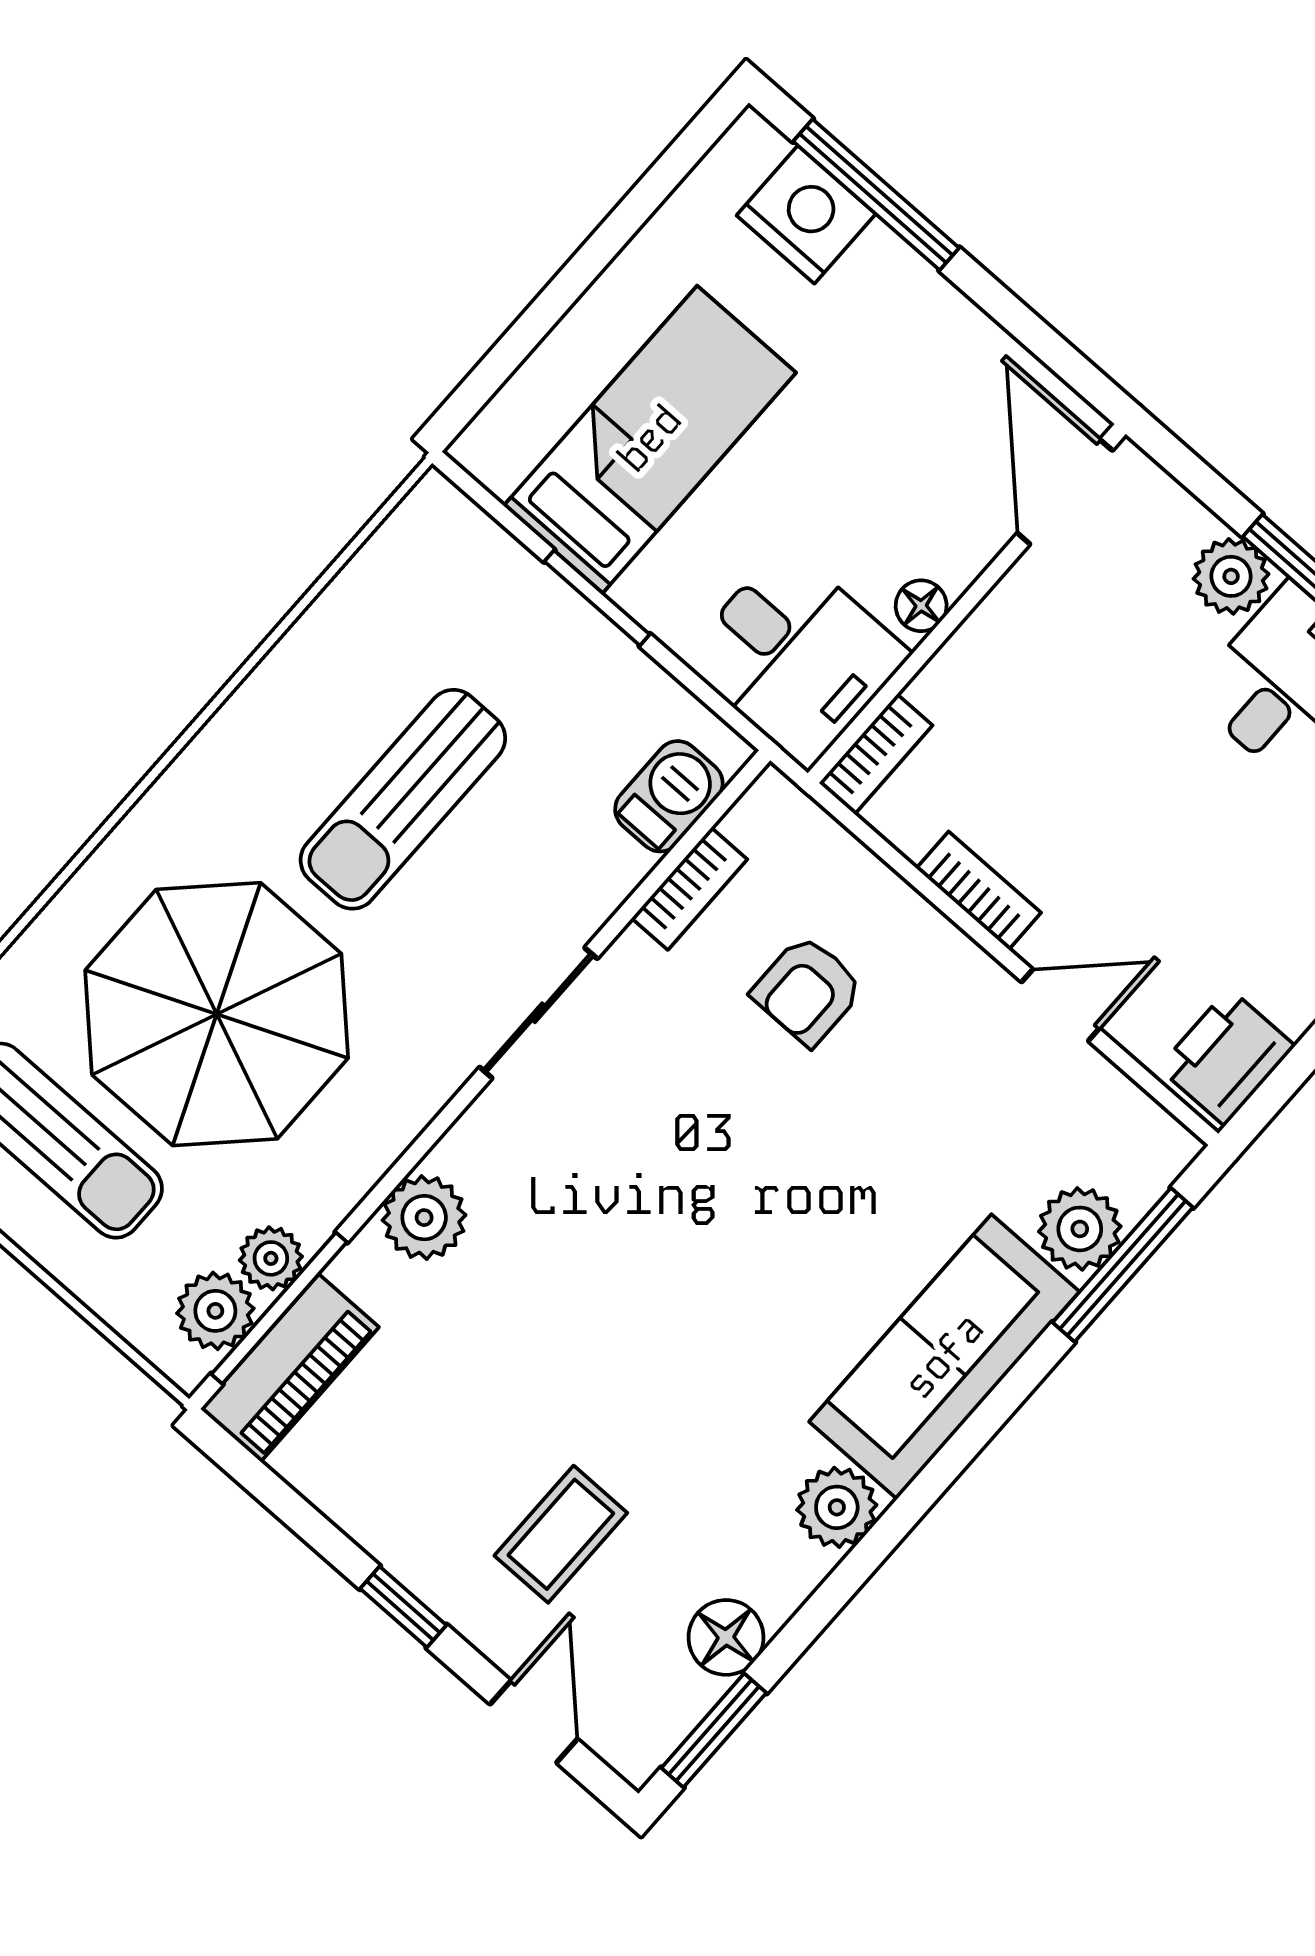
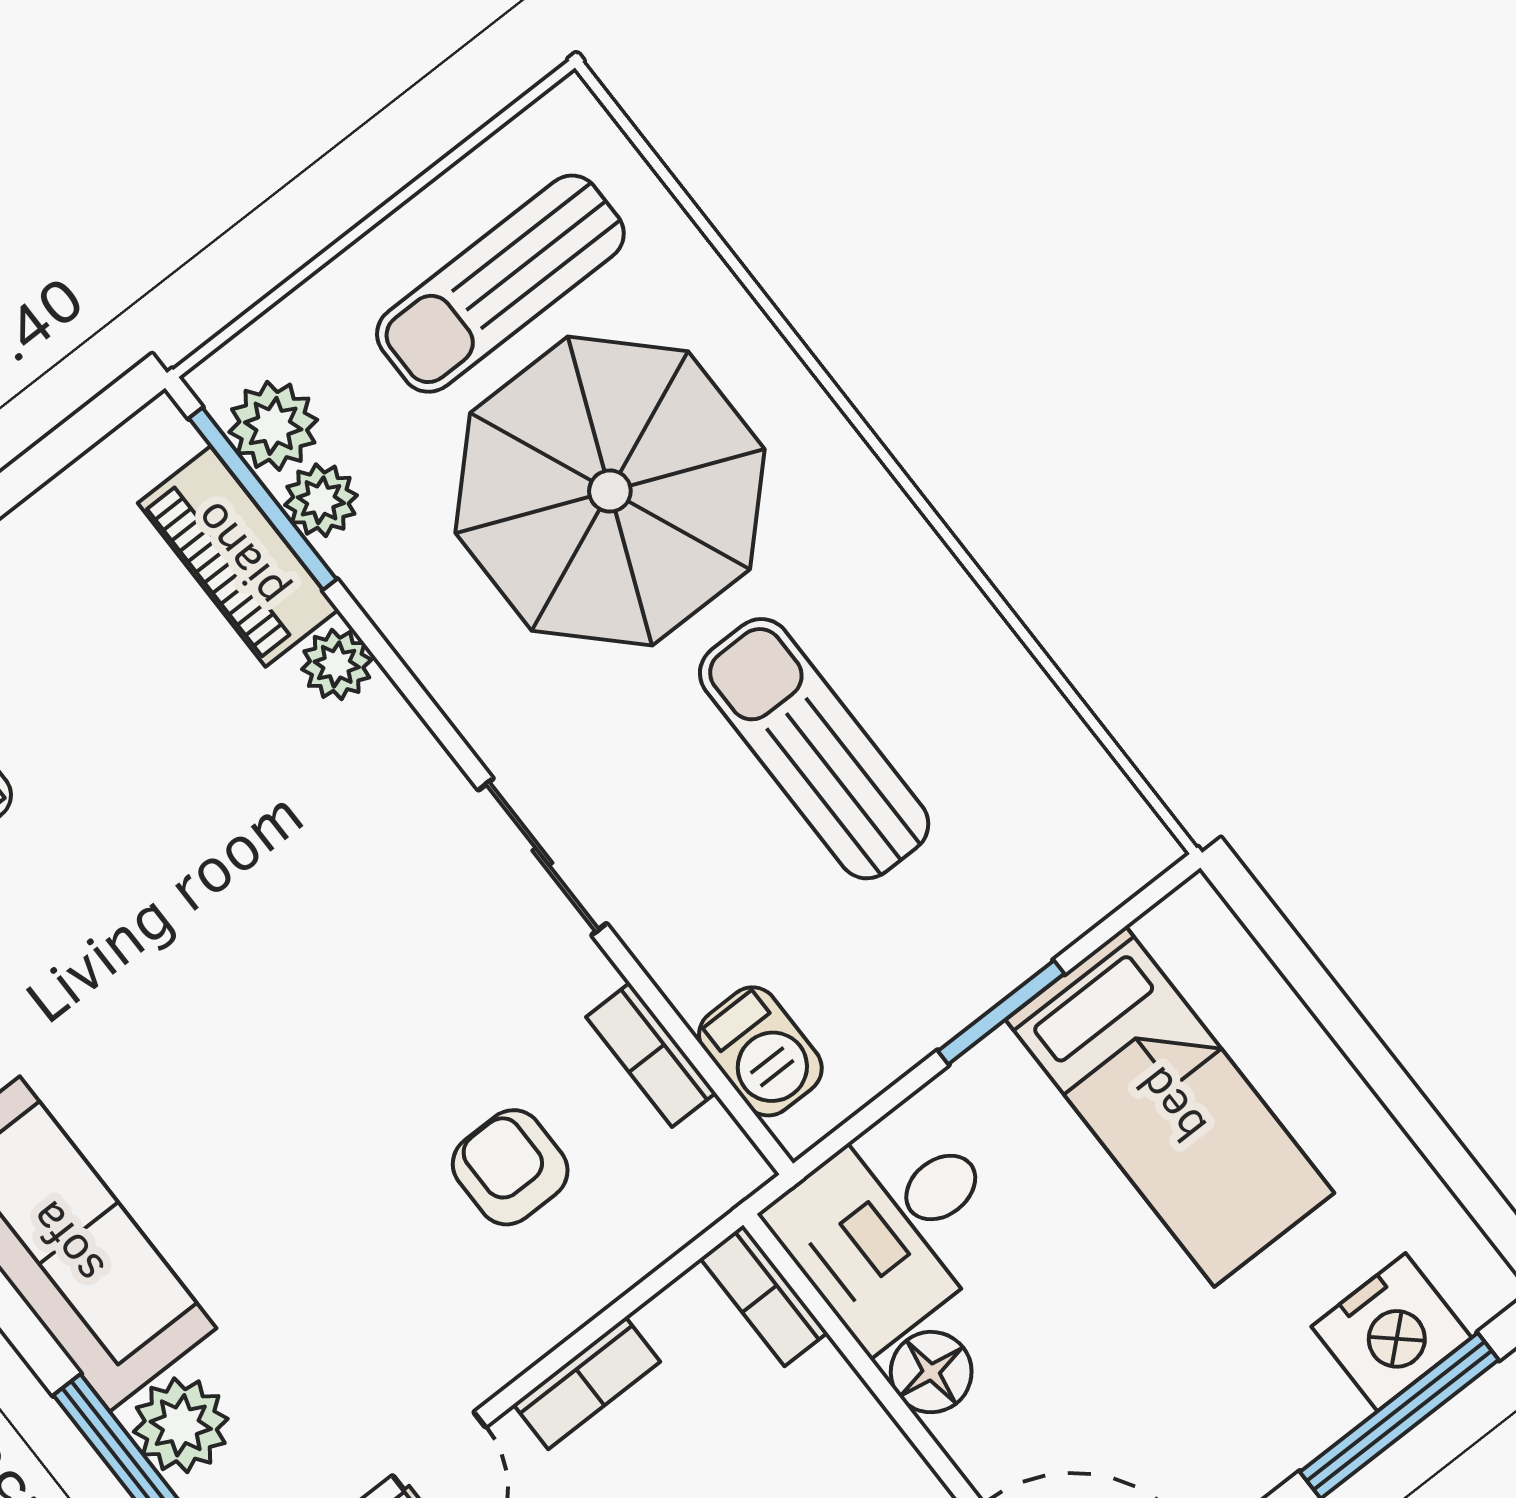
floor lamp: (921, 606) -> (931, 1372), width x1.37, depth x1.37
plant: (424, 1218) -> (337, 664), width x0.73, depth x0.73
piano: (290, 1368) -> (238, 556), moved

